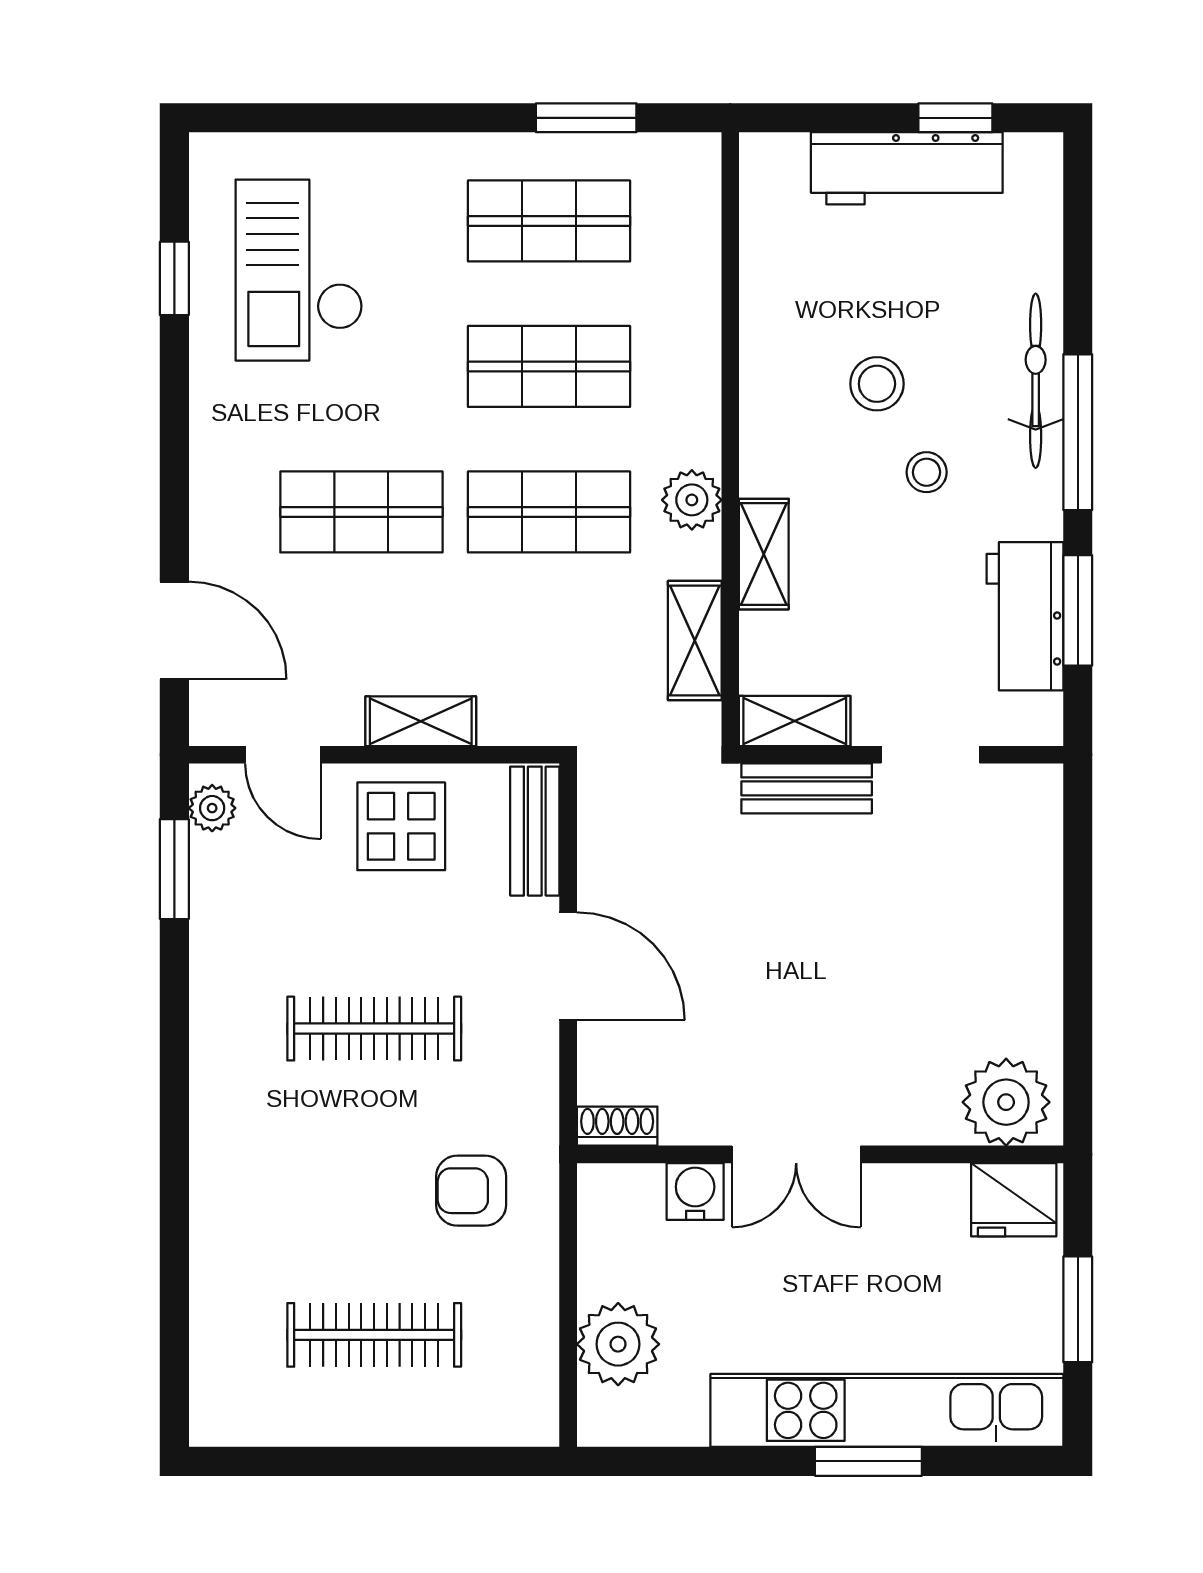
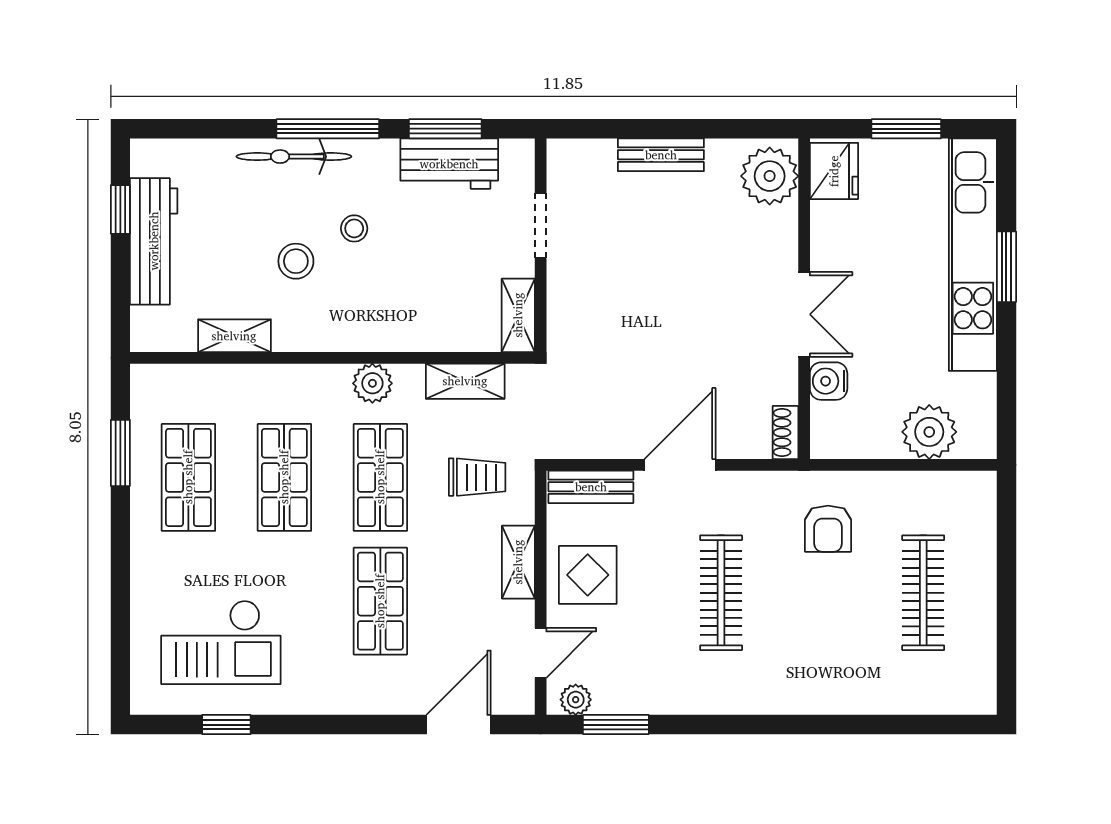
shelving: (764, 554) -> (234, 336), moved
trolley: (550, 659) -> (477, 477), added
bench: (807, 788) -> (661, 155), moved, turned 90

